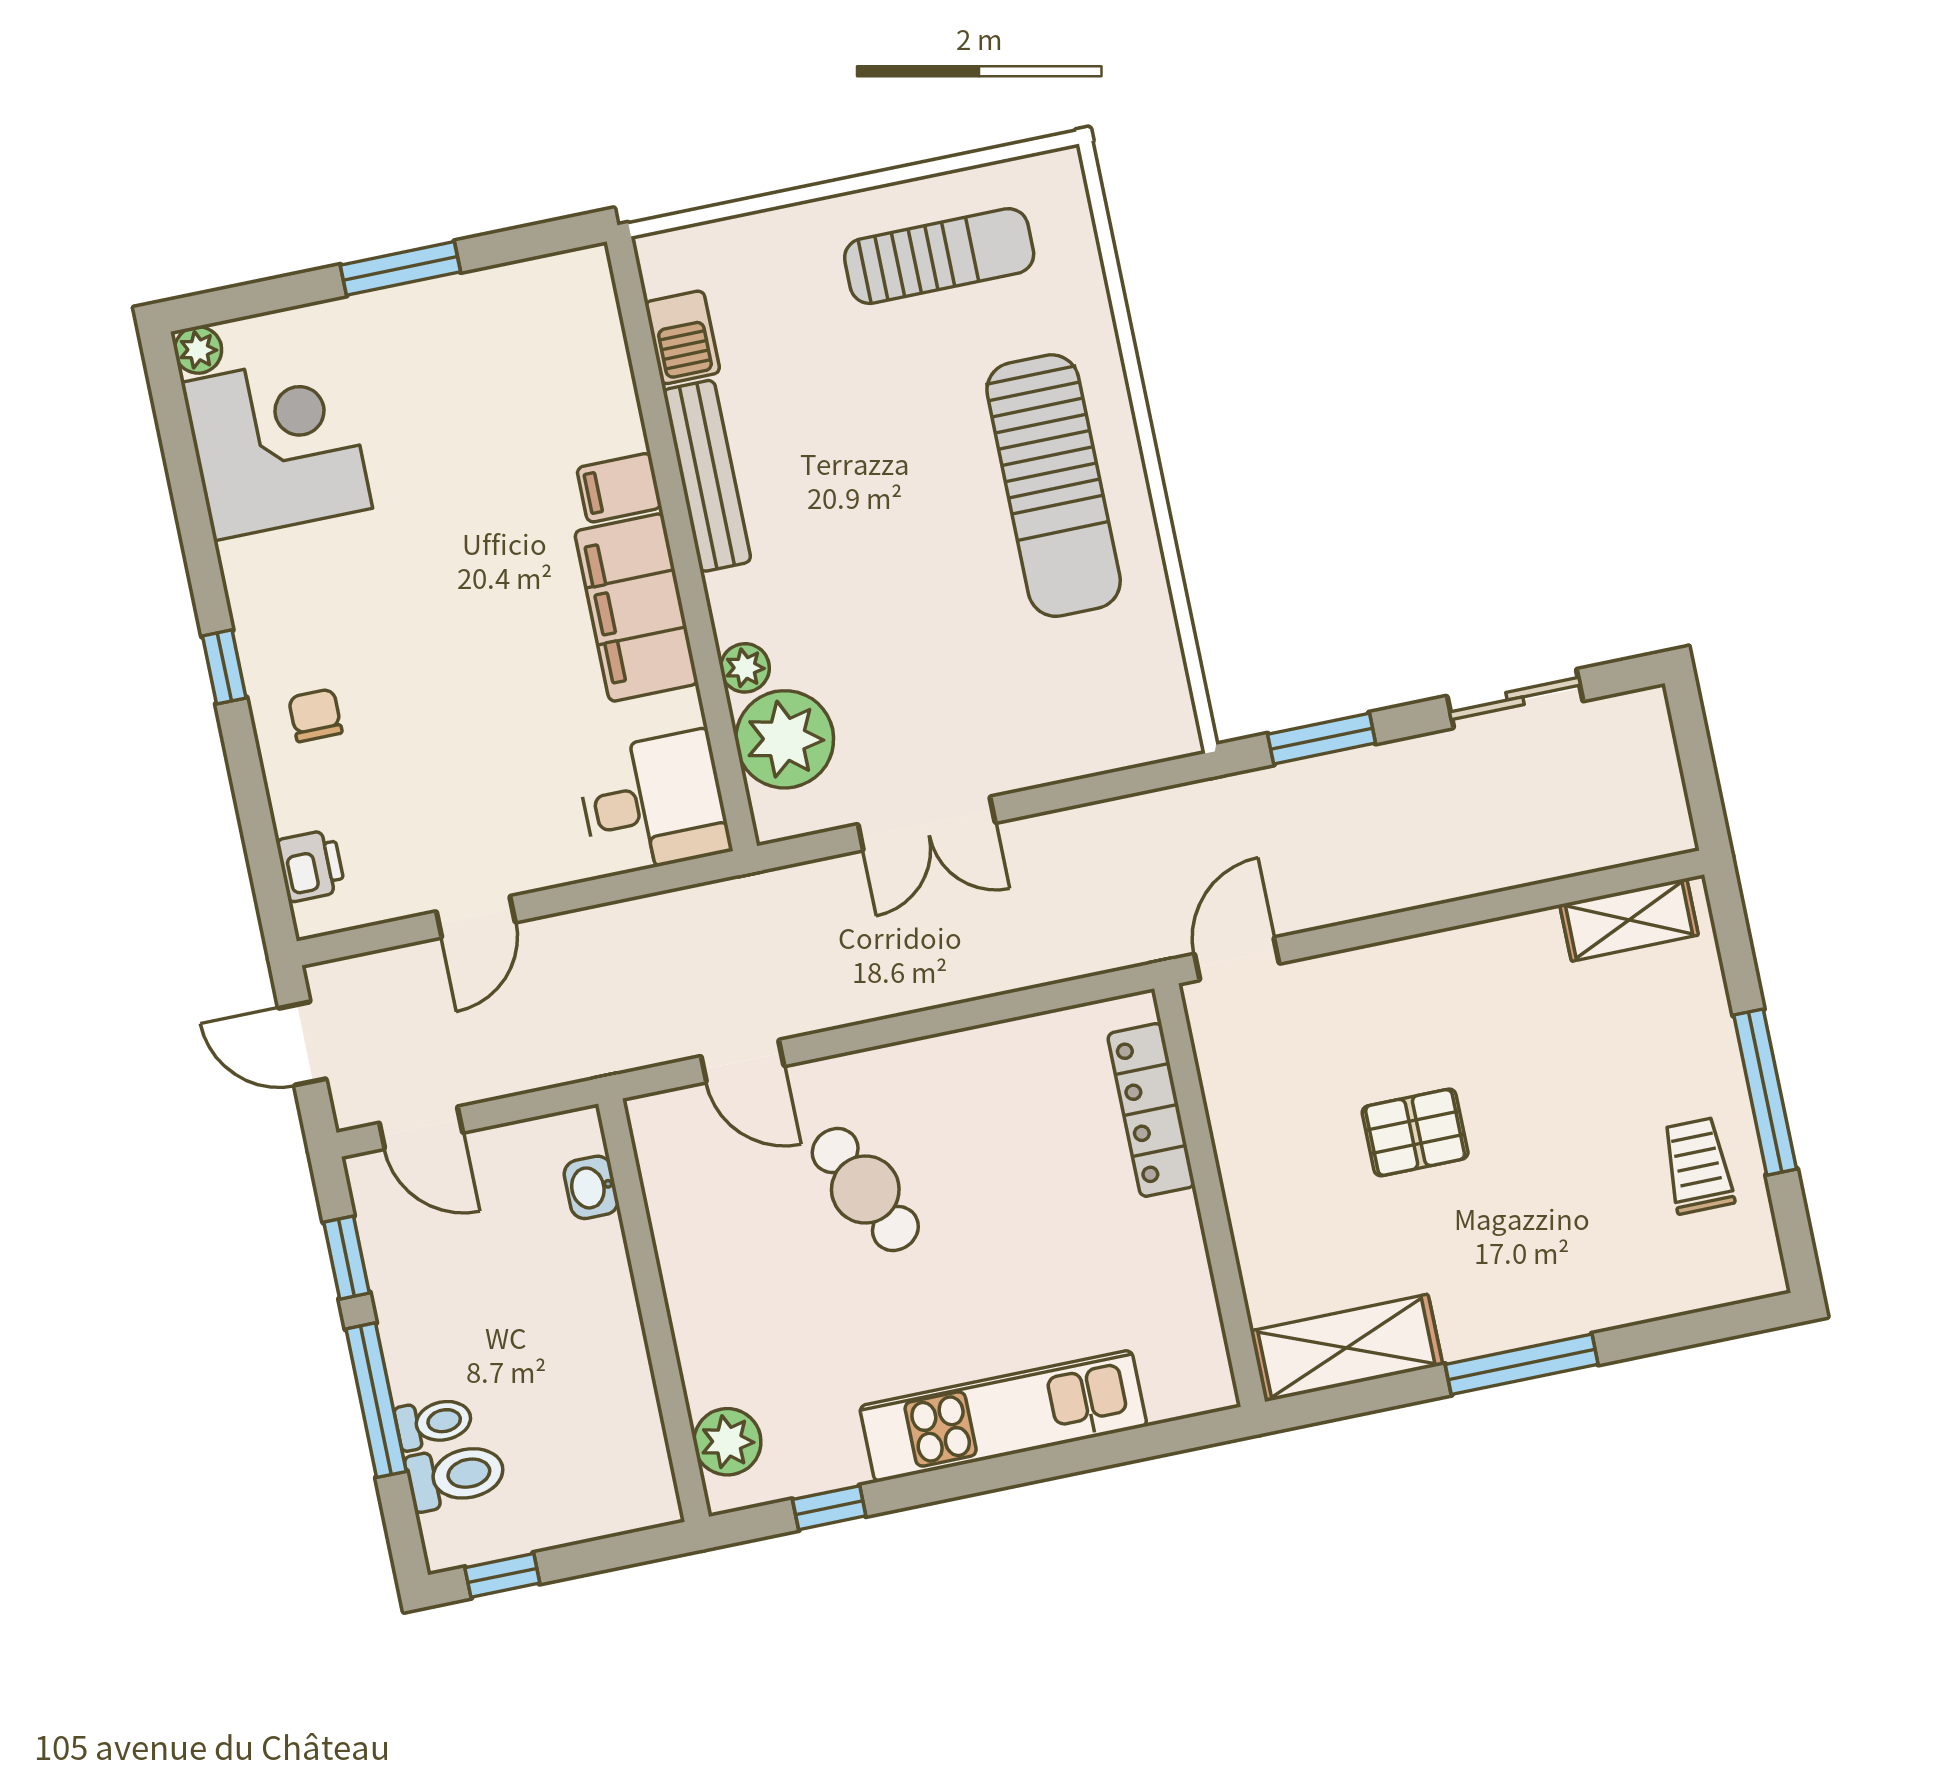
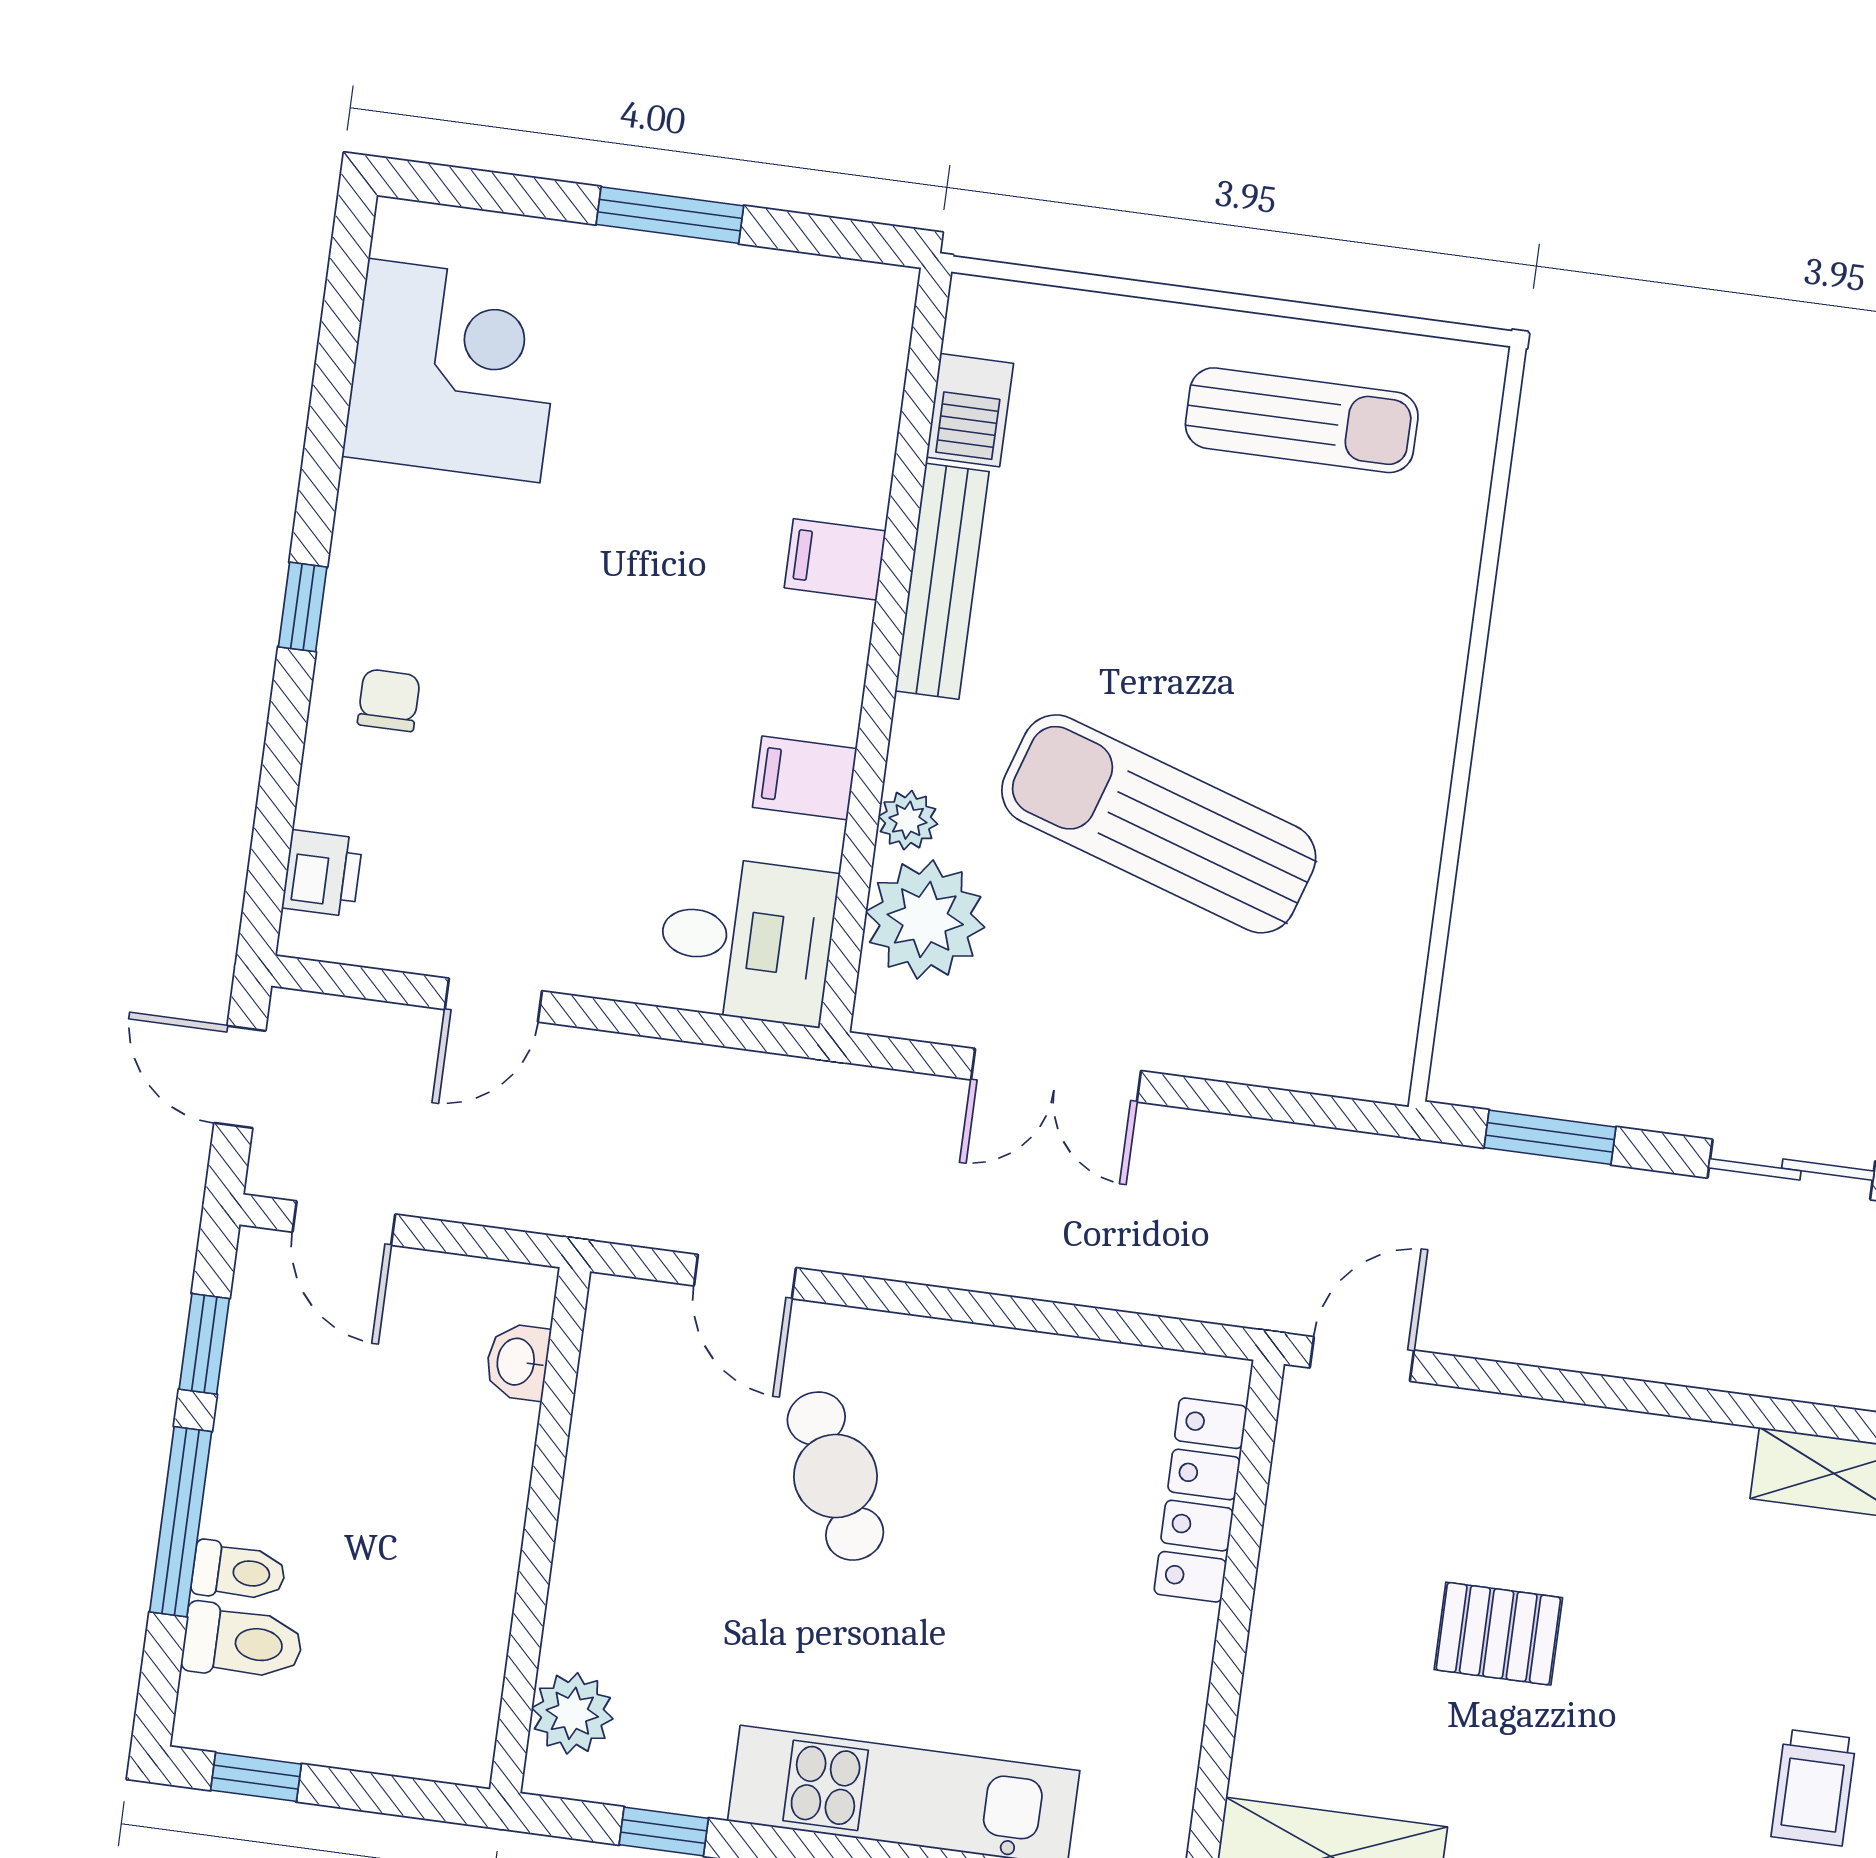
plant: (198, 350) -> (401, 227), removed
sun lounger: (1054, 486) -> (1159, 824), moved, turned 108
filing cabinet: (636, 607) -> (805, 778), width x0.33, depth x0.86
trolley: (1698, 1166) -> (1814, 1788), turned 180

